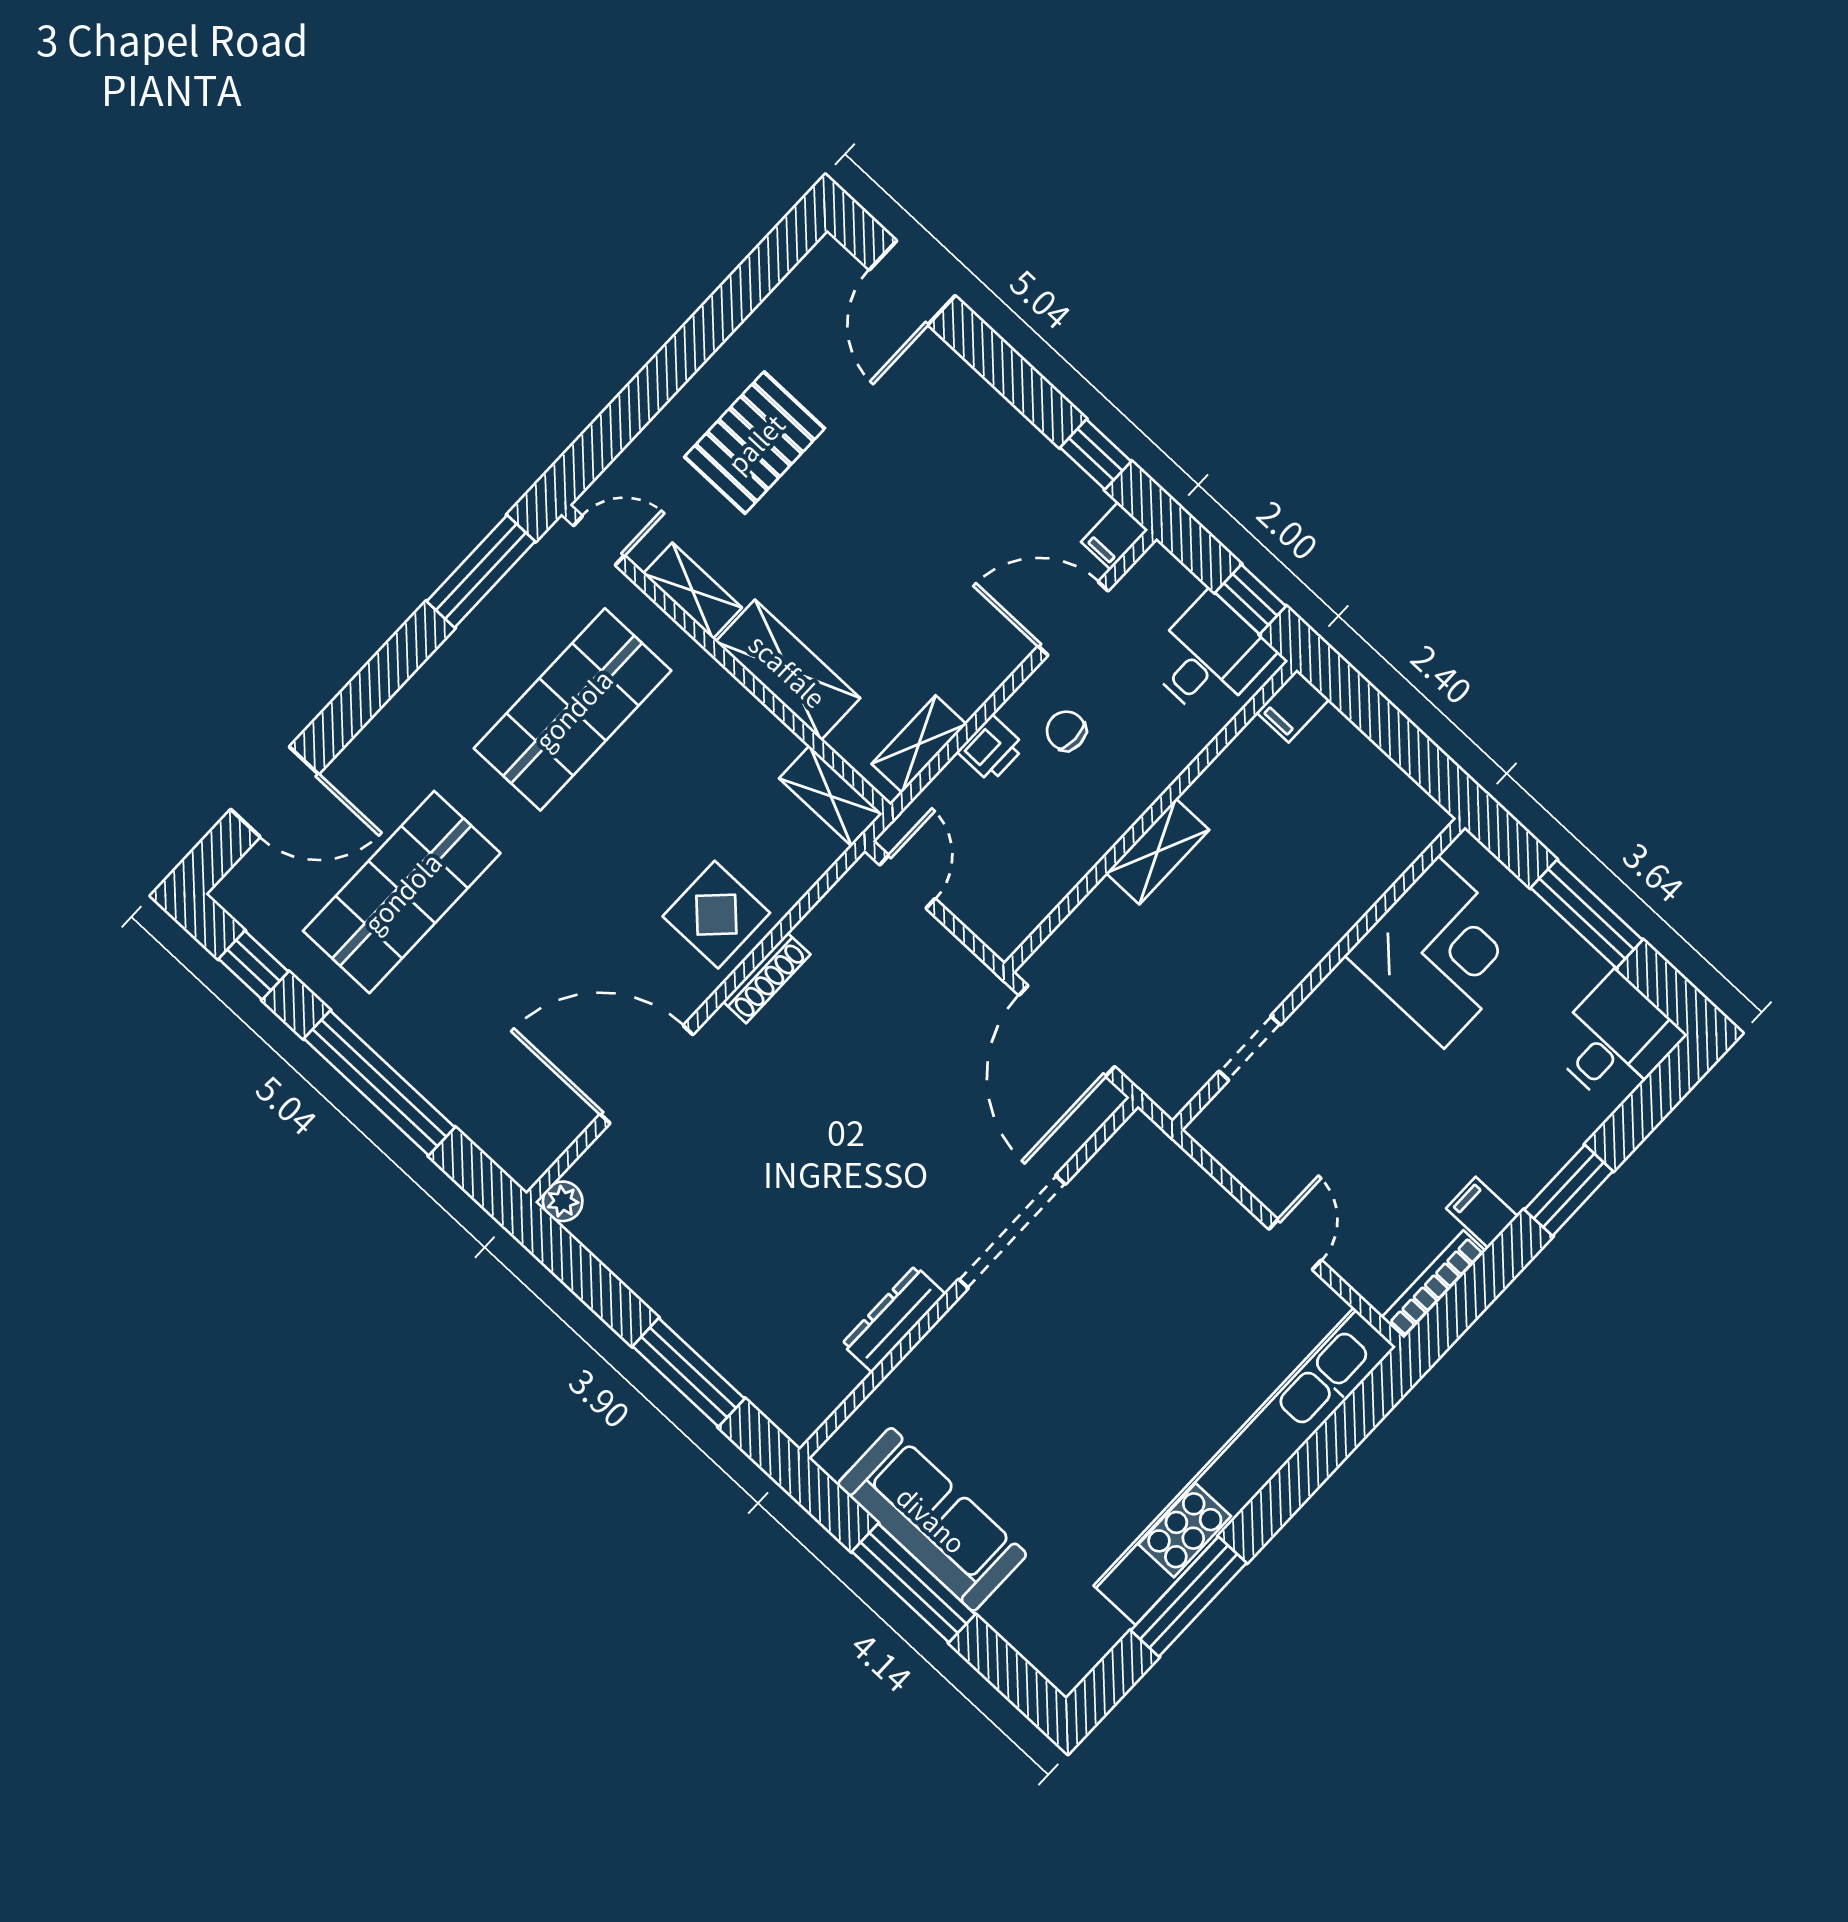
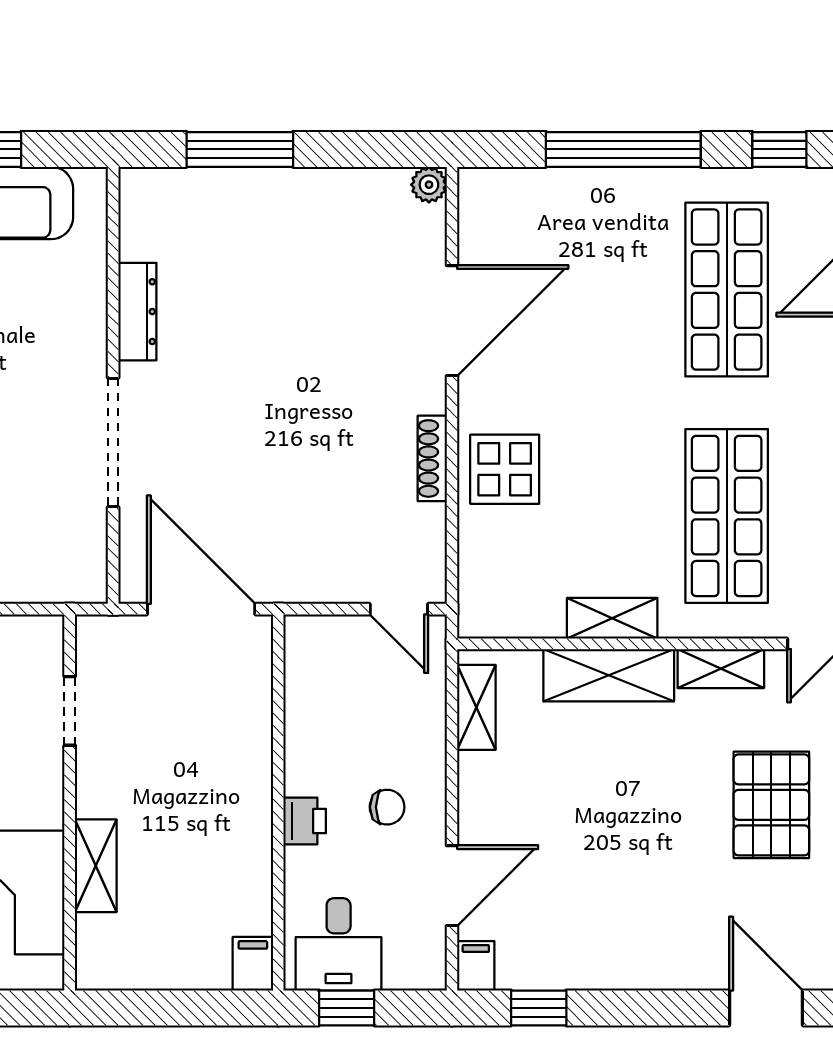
printer: (991, 749) -> (305, 821), moved, turned 180
shelving: (831, 796) -> (612, 618), moved
shelving: (1158, 851) -> (96, 866), moved

